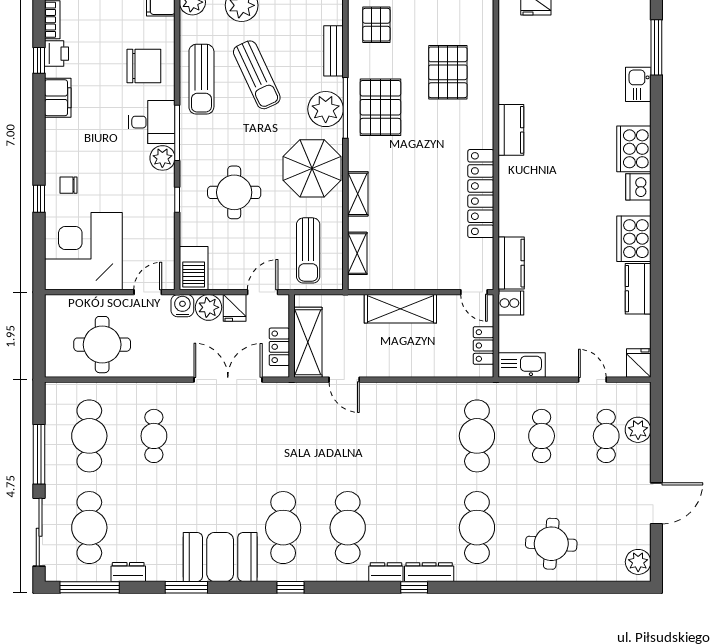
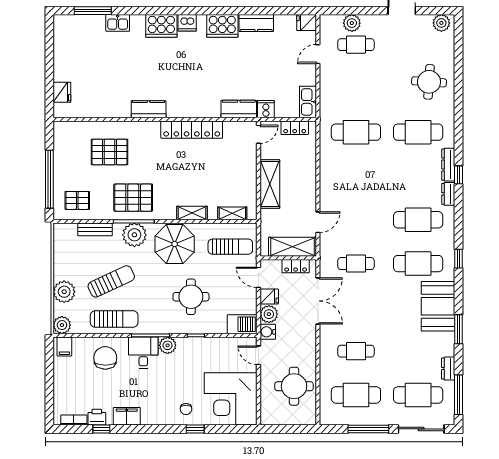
double door: (228, 380) -> (318, 301), swing flipped
cafe table: (542, 436) -> (356, 264), moved

